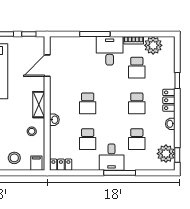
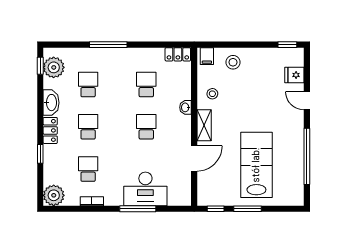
plant: (153, 45) -> (54, 195), moved
desk: (110, 51) -> (145, 189), moved, width x1.37
door: (47, 66) -> (194, 158), moved
washbasin: (170, 124) -> (51, 103), width x1.91, depth x1.45
desk: (112, 157) -> (118, 63), removed

